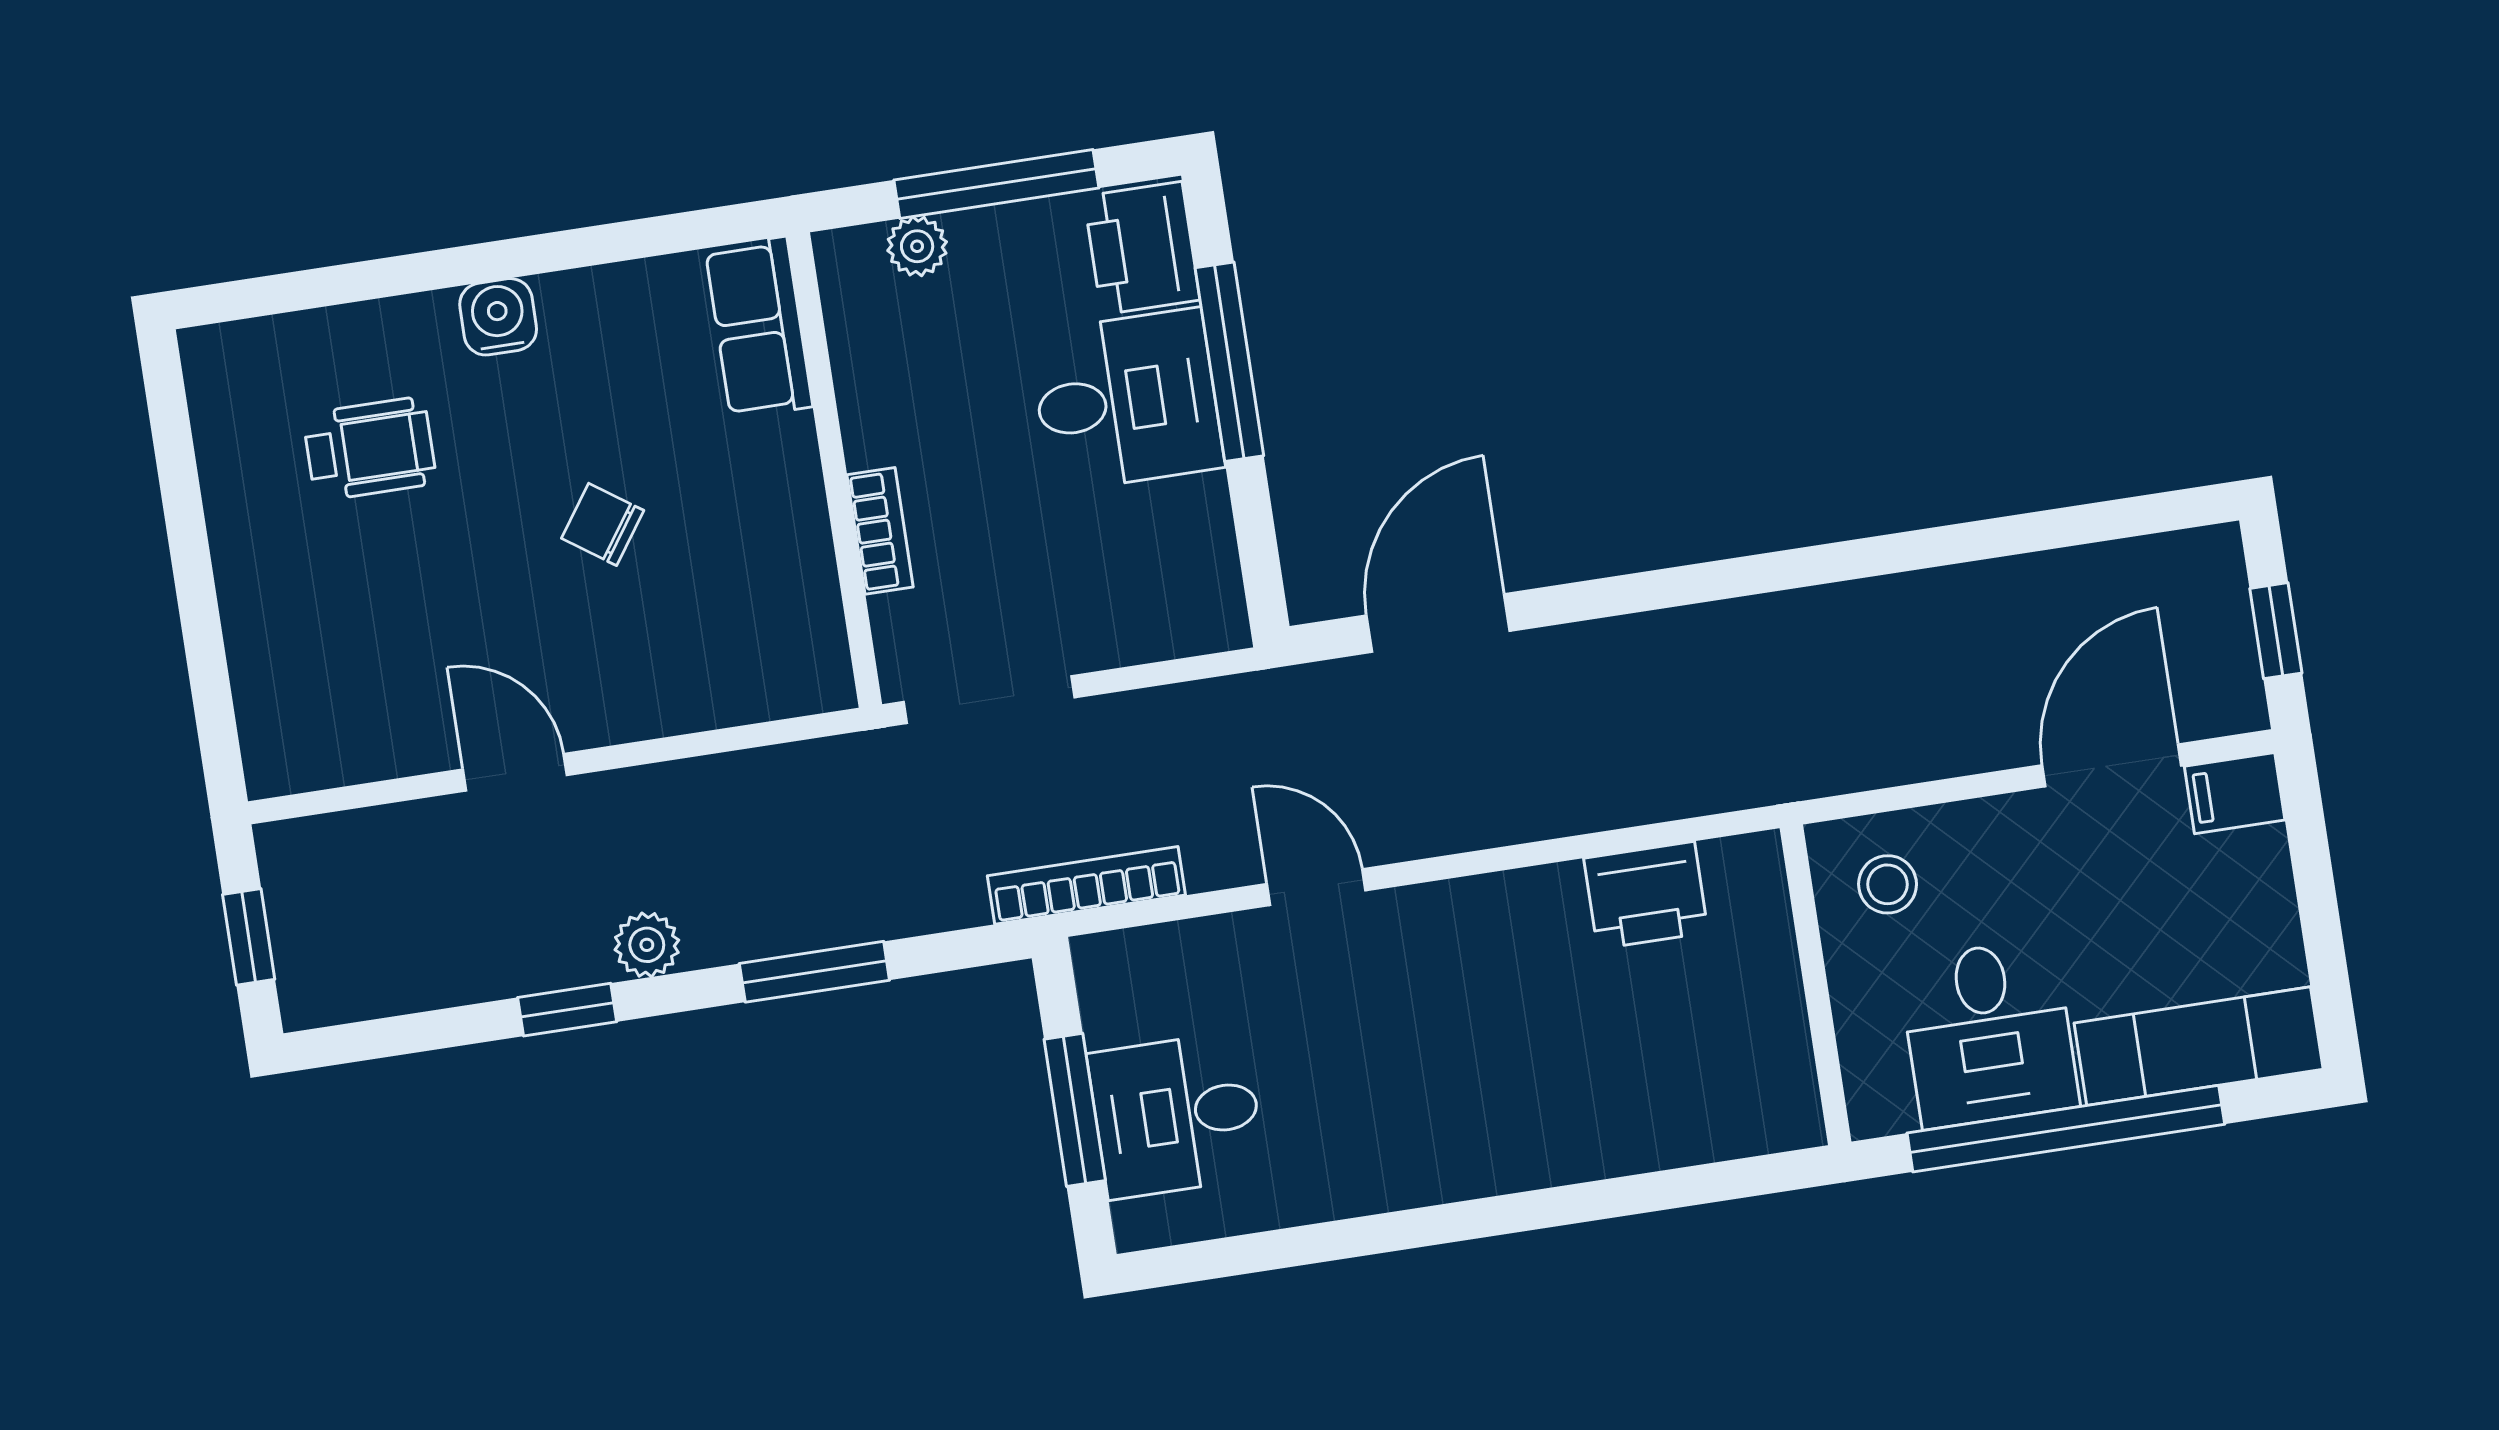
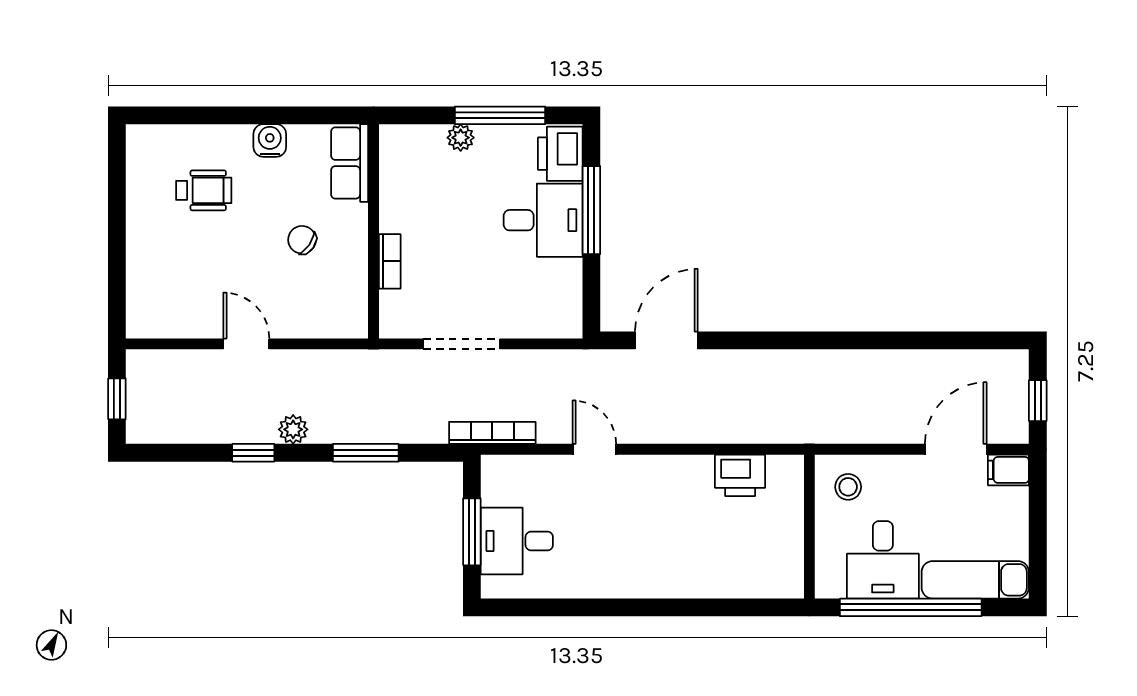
row of seats: (759, 328) -> (350, 163), moved
wall: (834, 470) -> (373, 231), moved
bookcase: (880, 531) -> (390, 261), moved

